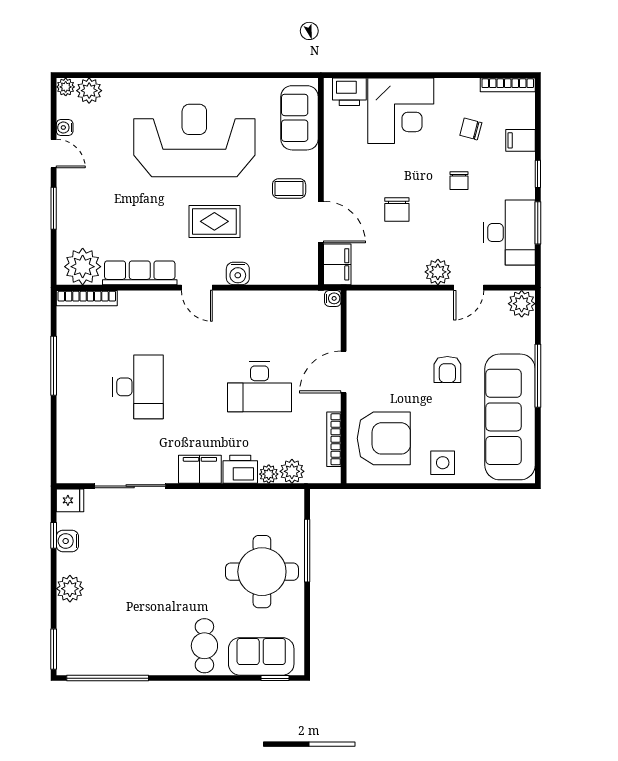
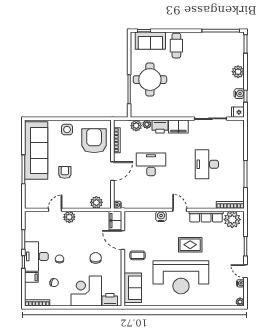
plant: (89, 91) -> (229, 300), removed
chair: (397, 209) -> (96, 258), moved
rug: (214, 221) -> (190, 245), moved
desk: (509, 233) -> (36, 256), moved
plant: (522, 304) -> (96, 202), moved
armchair: (384, 438) -> (94, 141), turned 90

